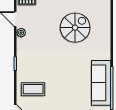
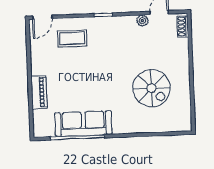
coffee table: (33, 89) -> (72, 38), turned 90

